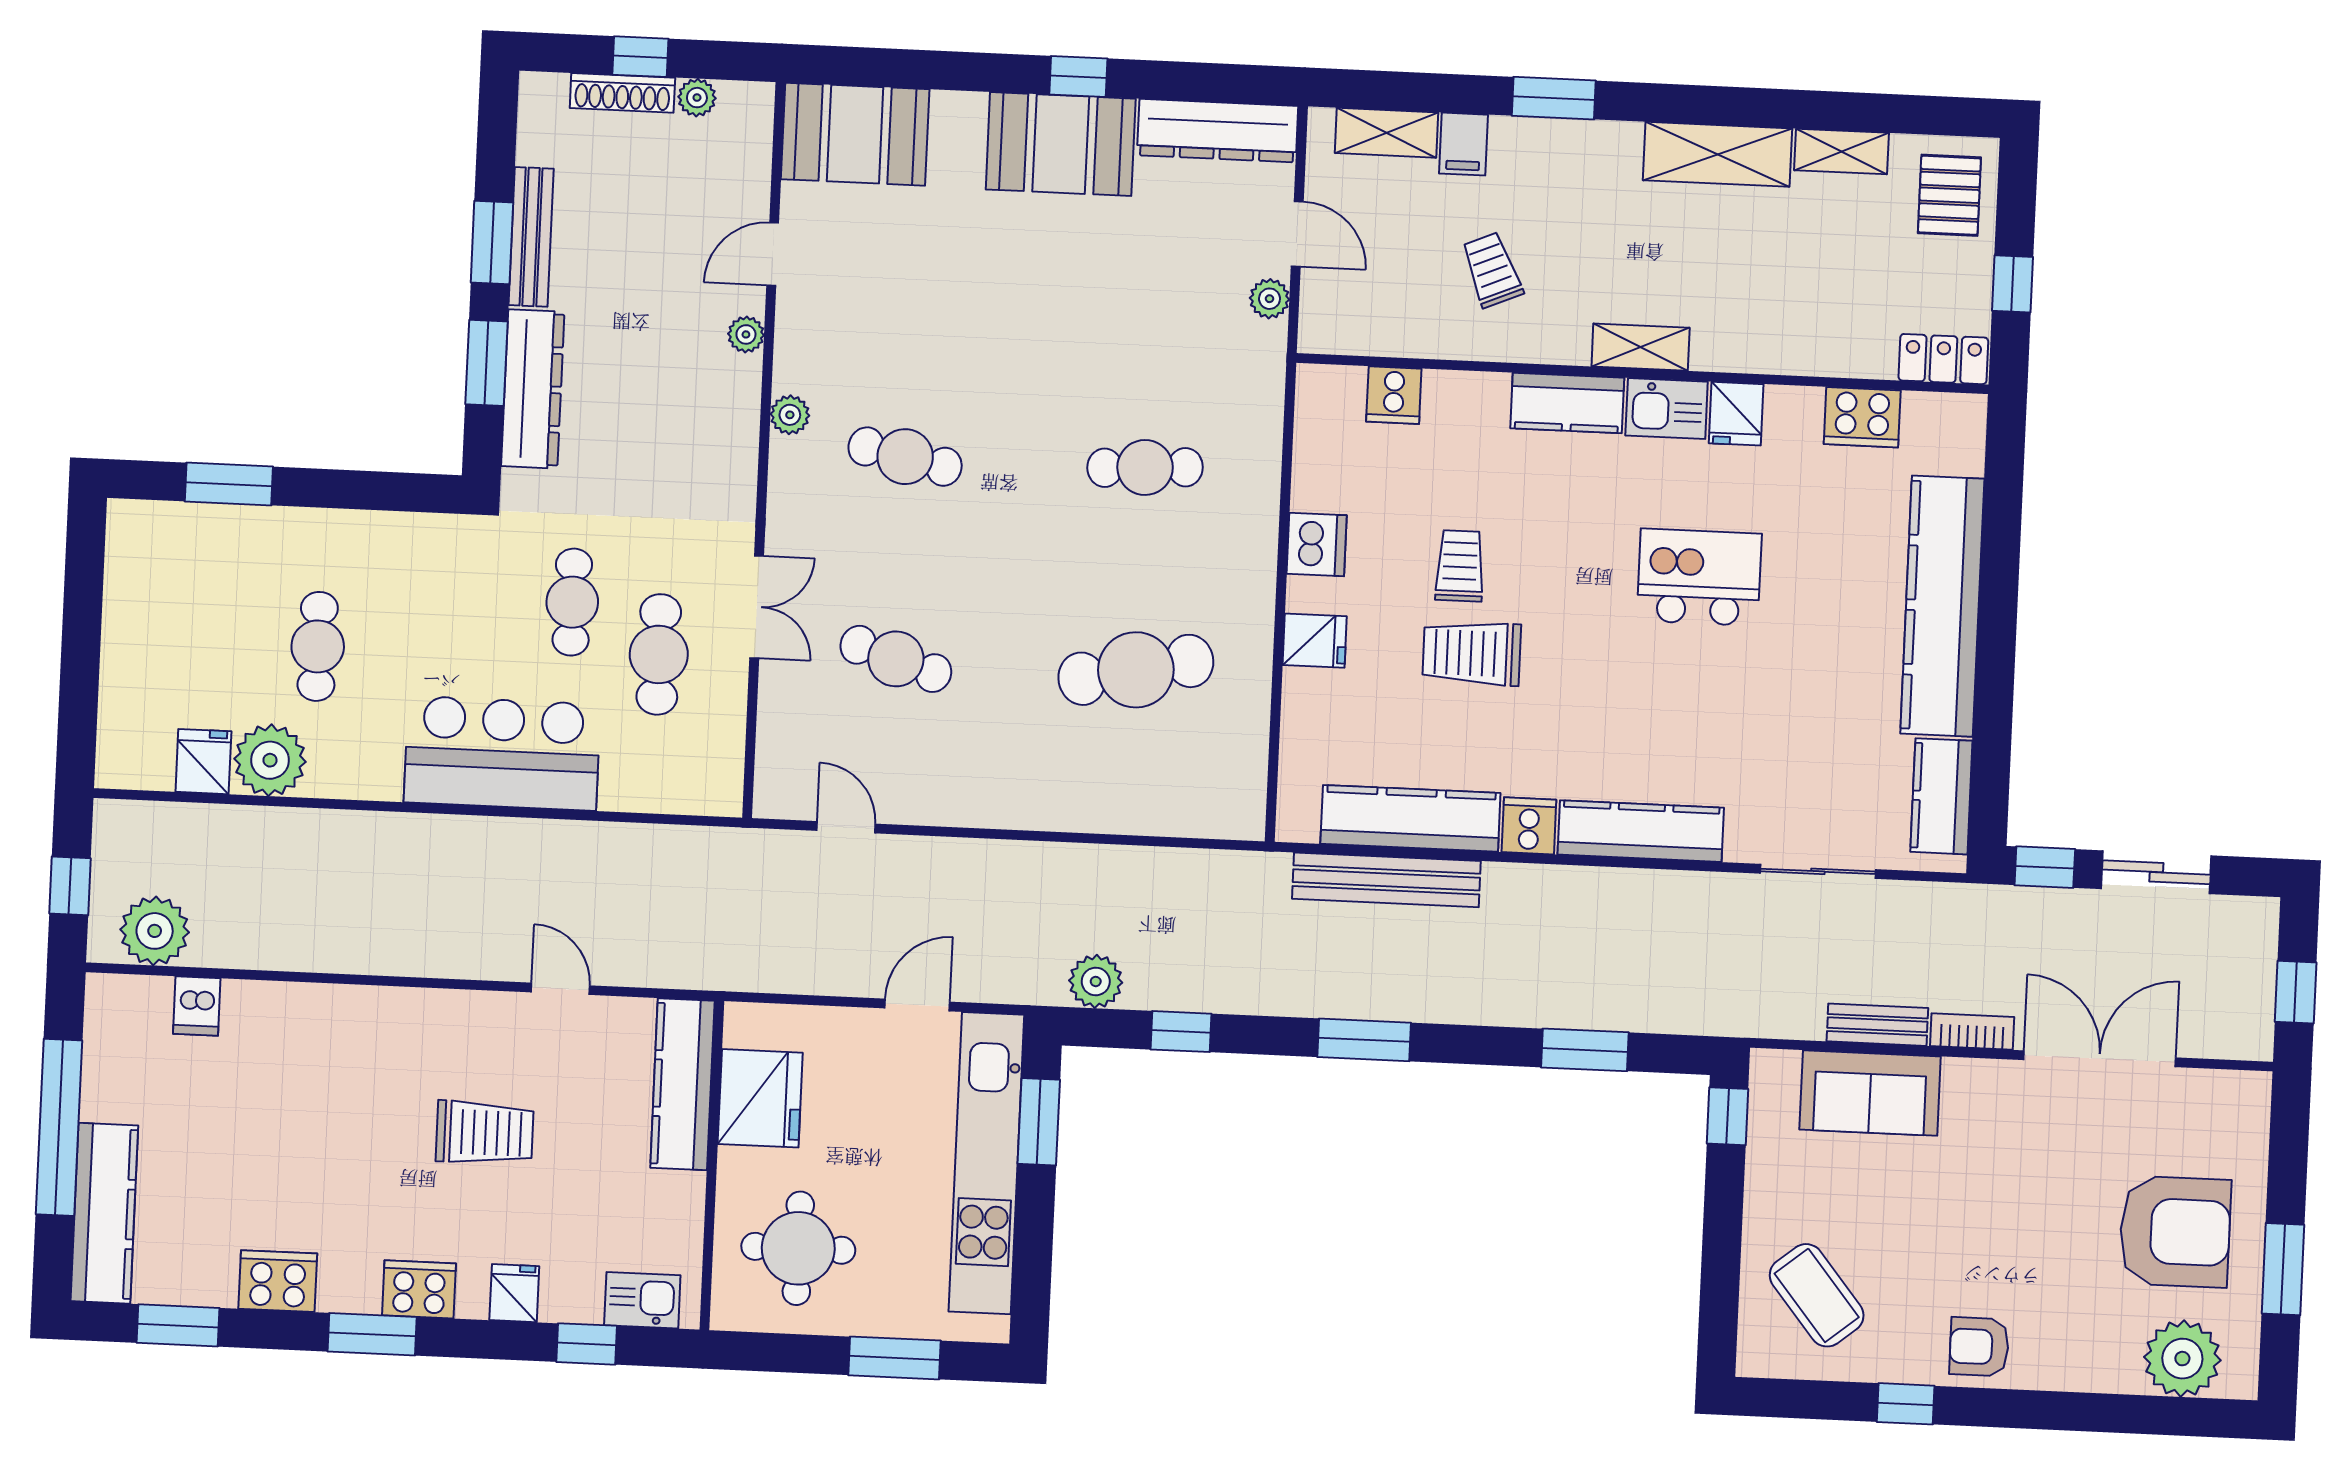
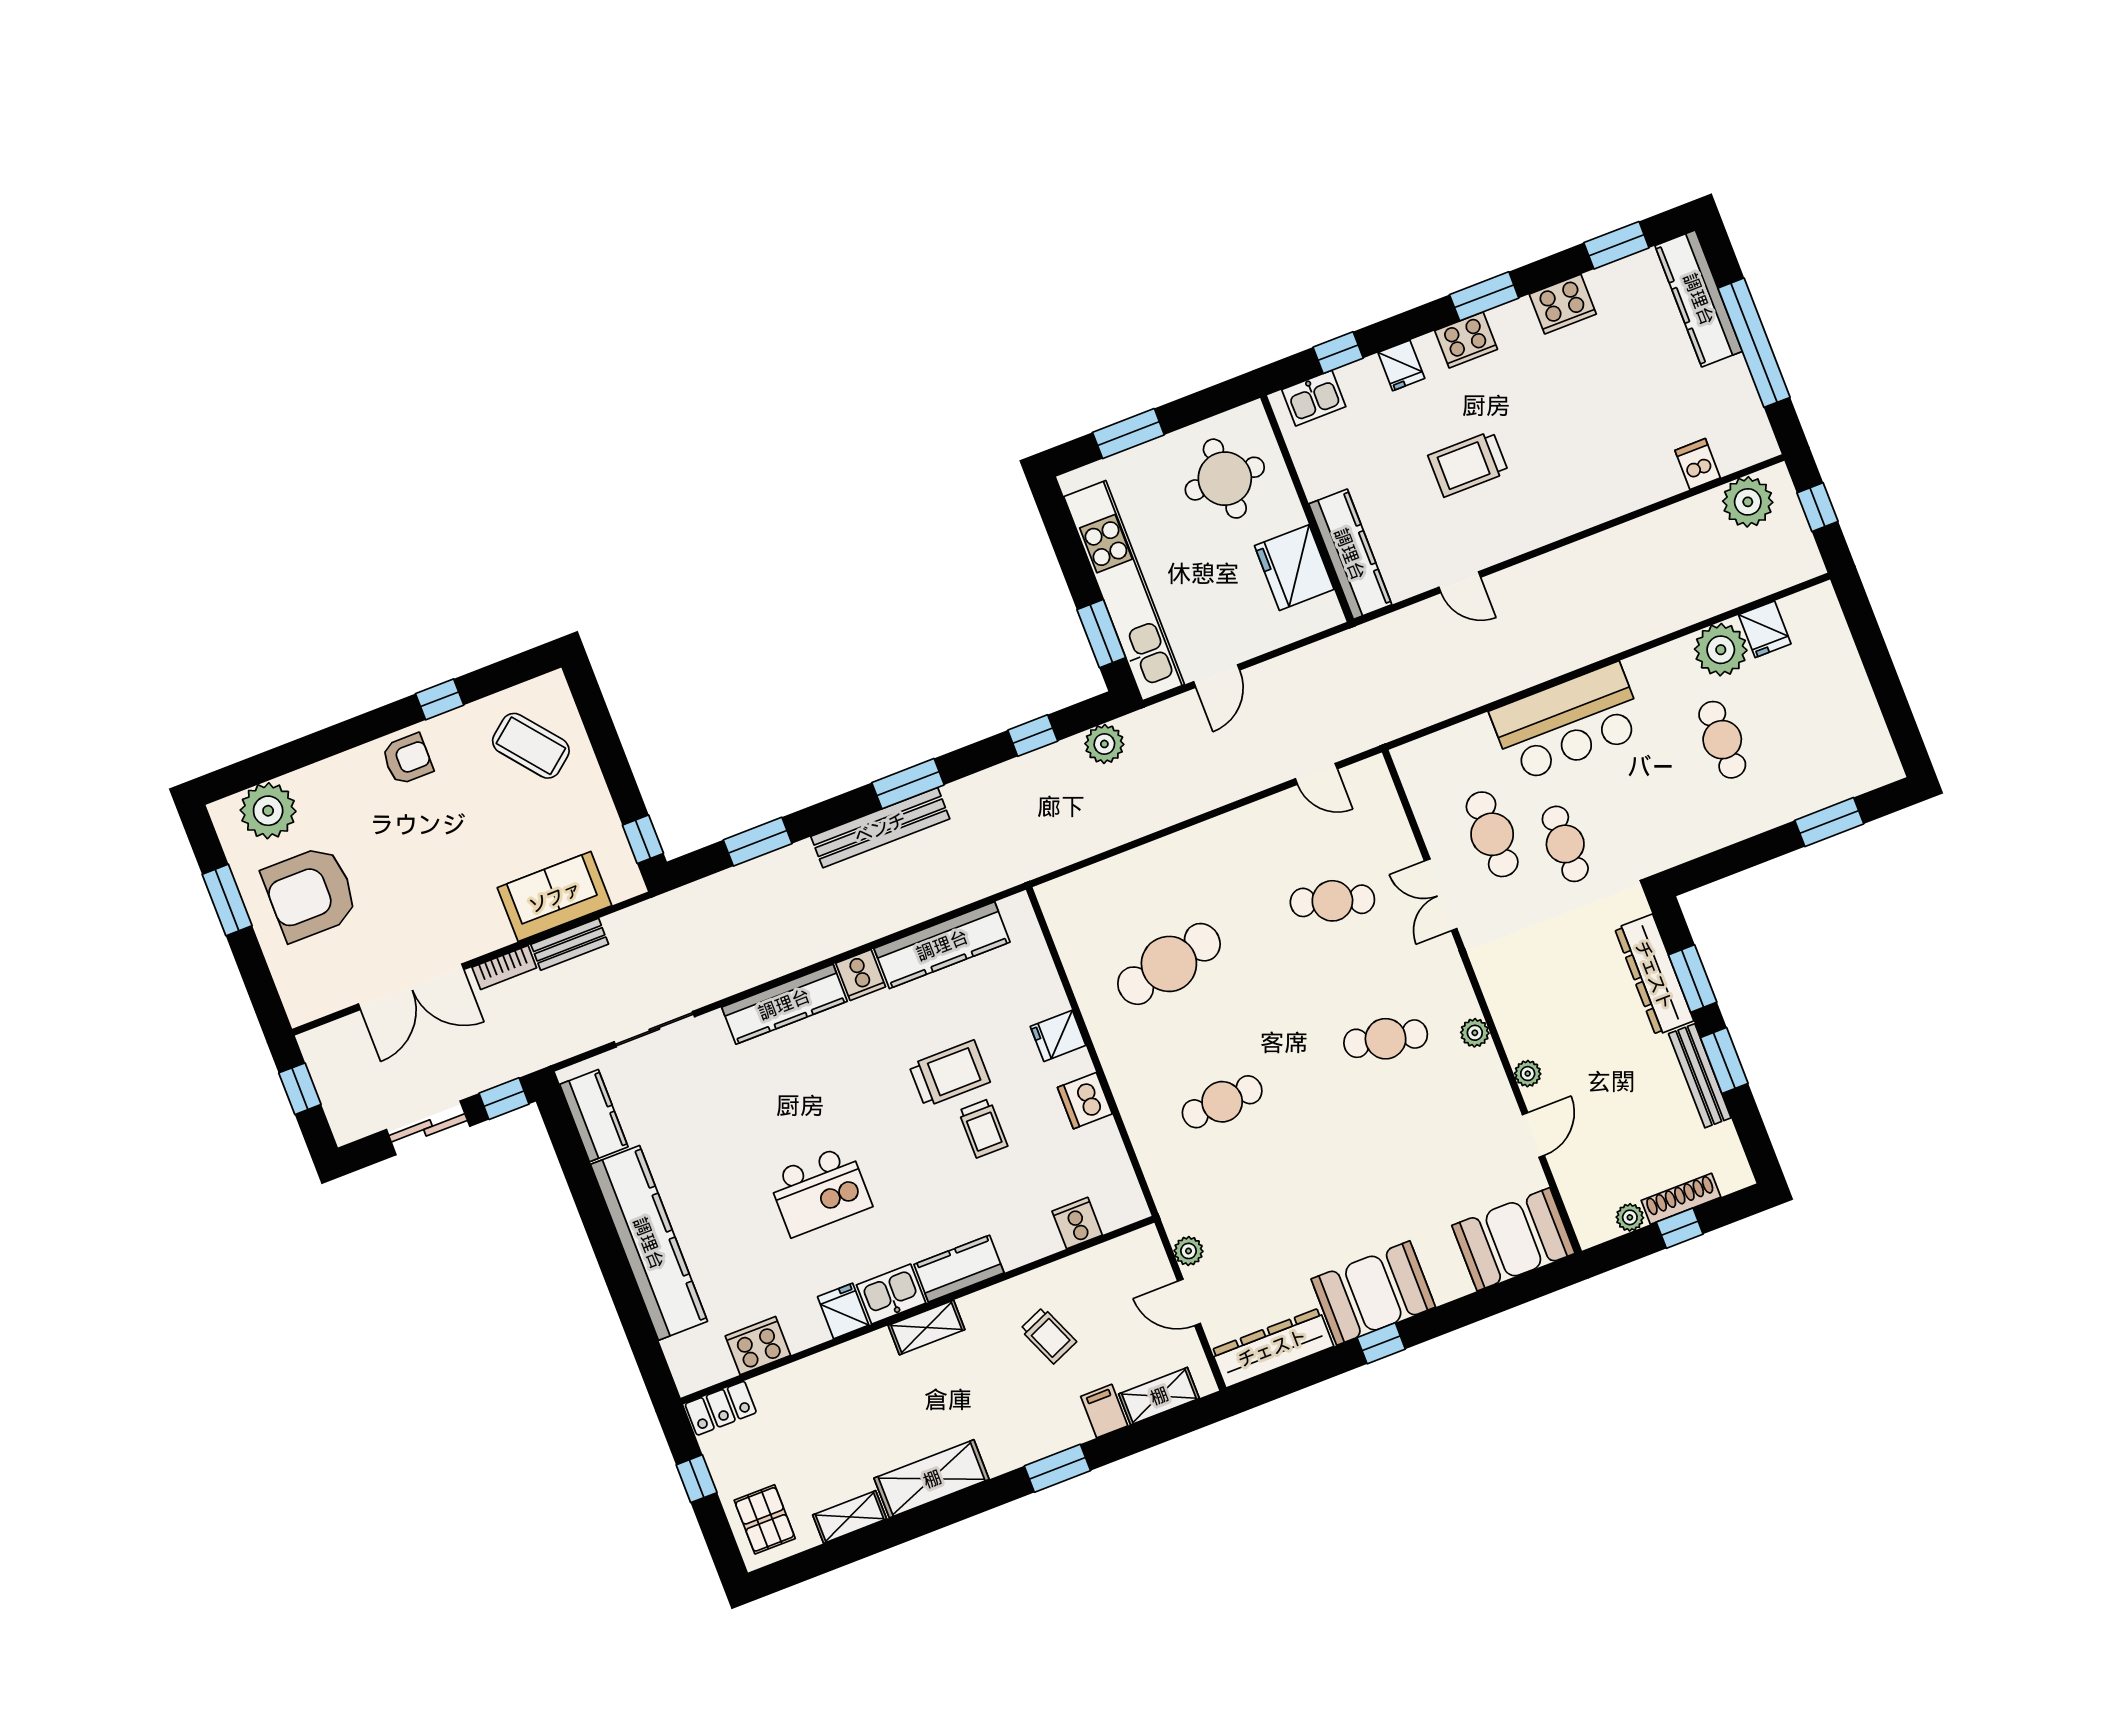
bench: (1386, 880) -> (880, 828), moved

